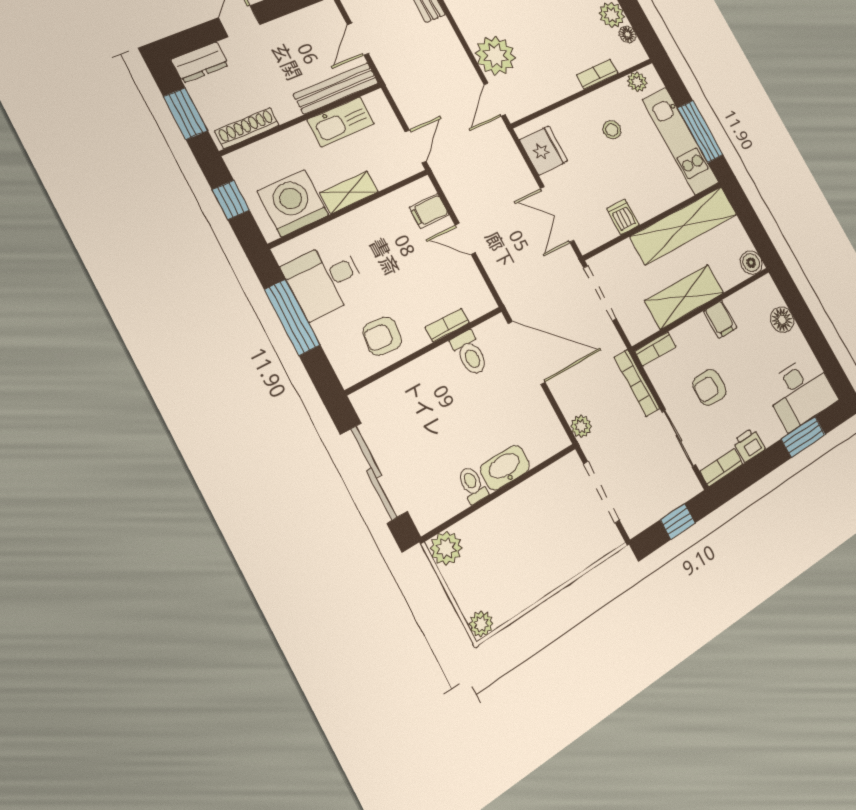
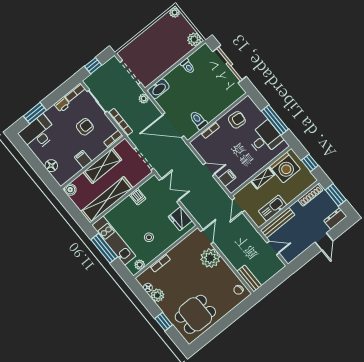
door: (358, 39) -> (273, 248), hinge flipped
washbasin: (505, 468) -> (158, 89), moved

